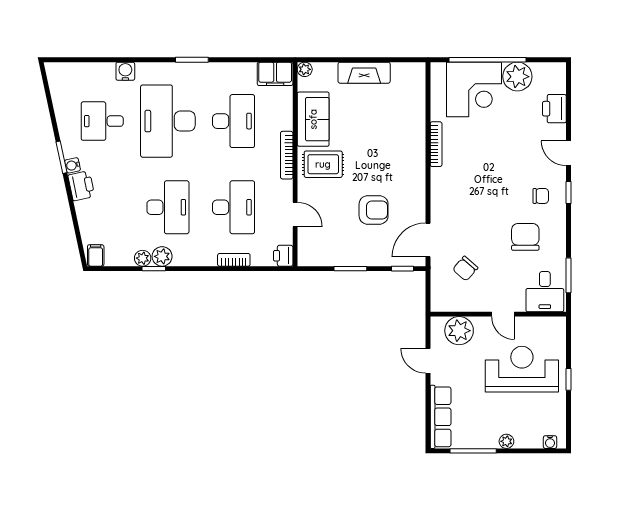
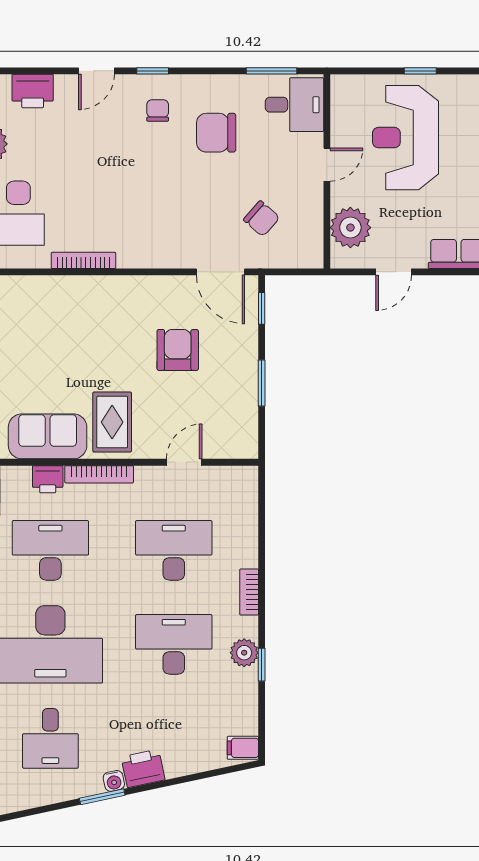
printer: (283, 256) -> (48, 479), moved
plant: (143, 258) -> (247, 681), removed
bookcase: (234, 260) -> (249, 592), moved

